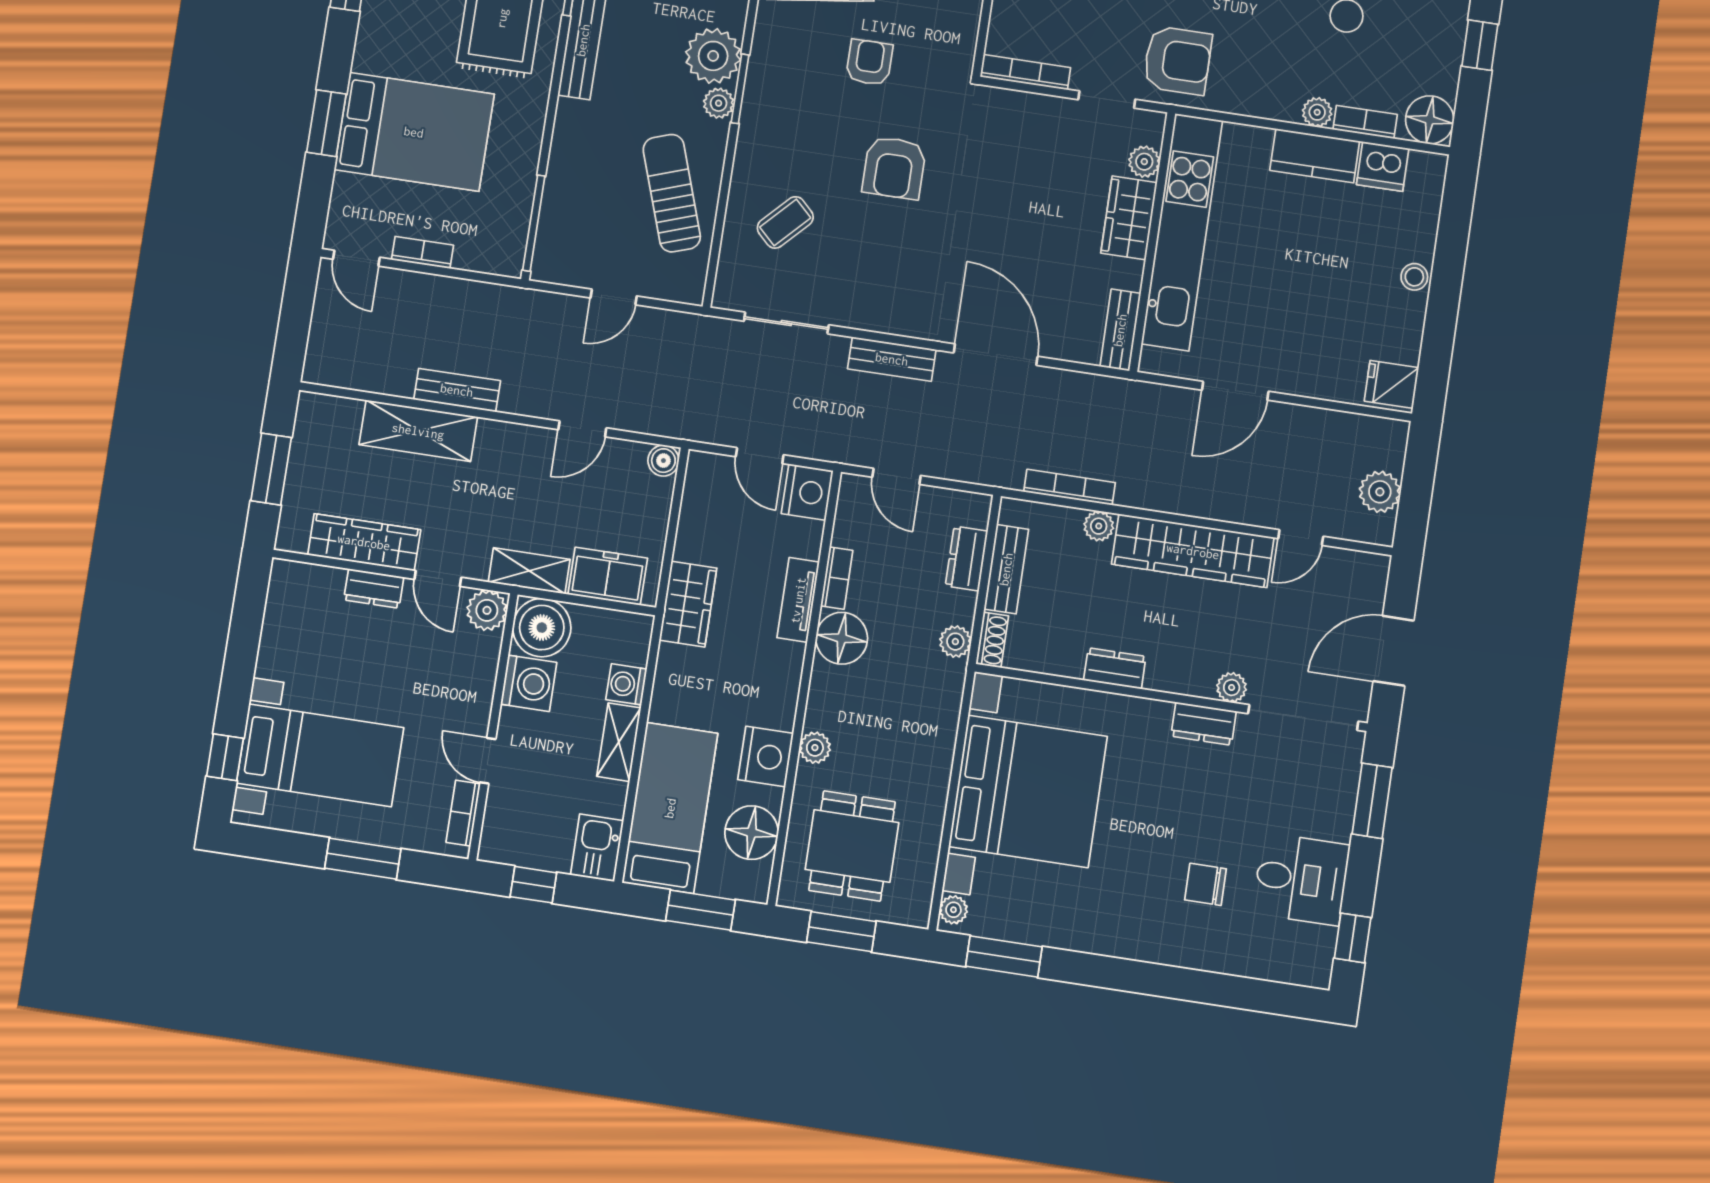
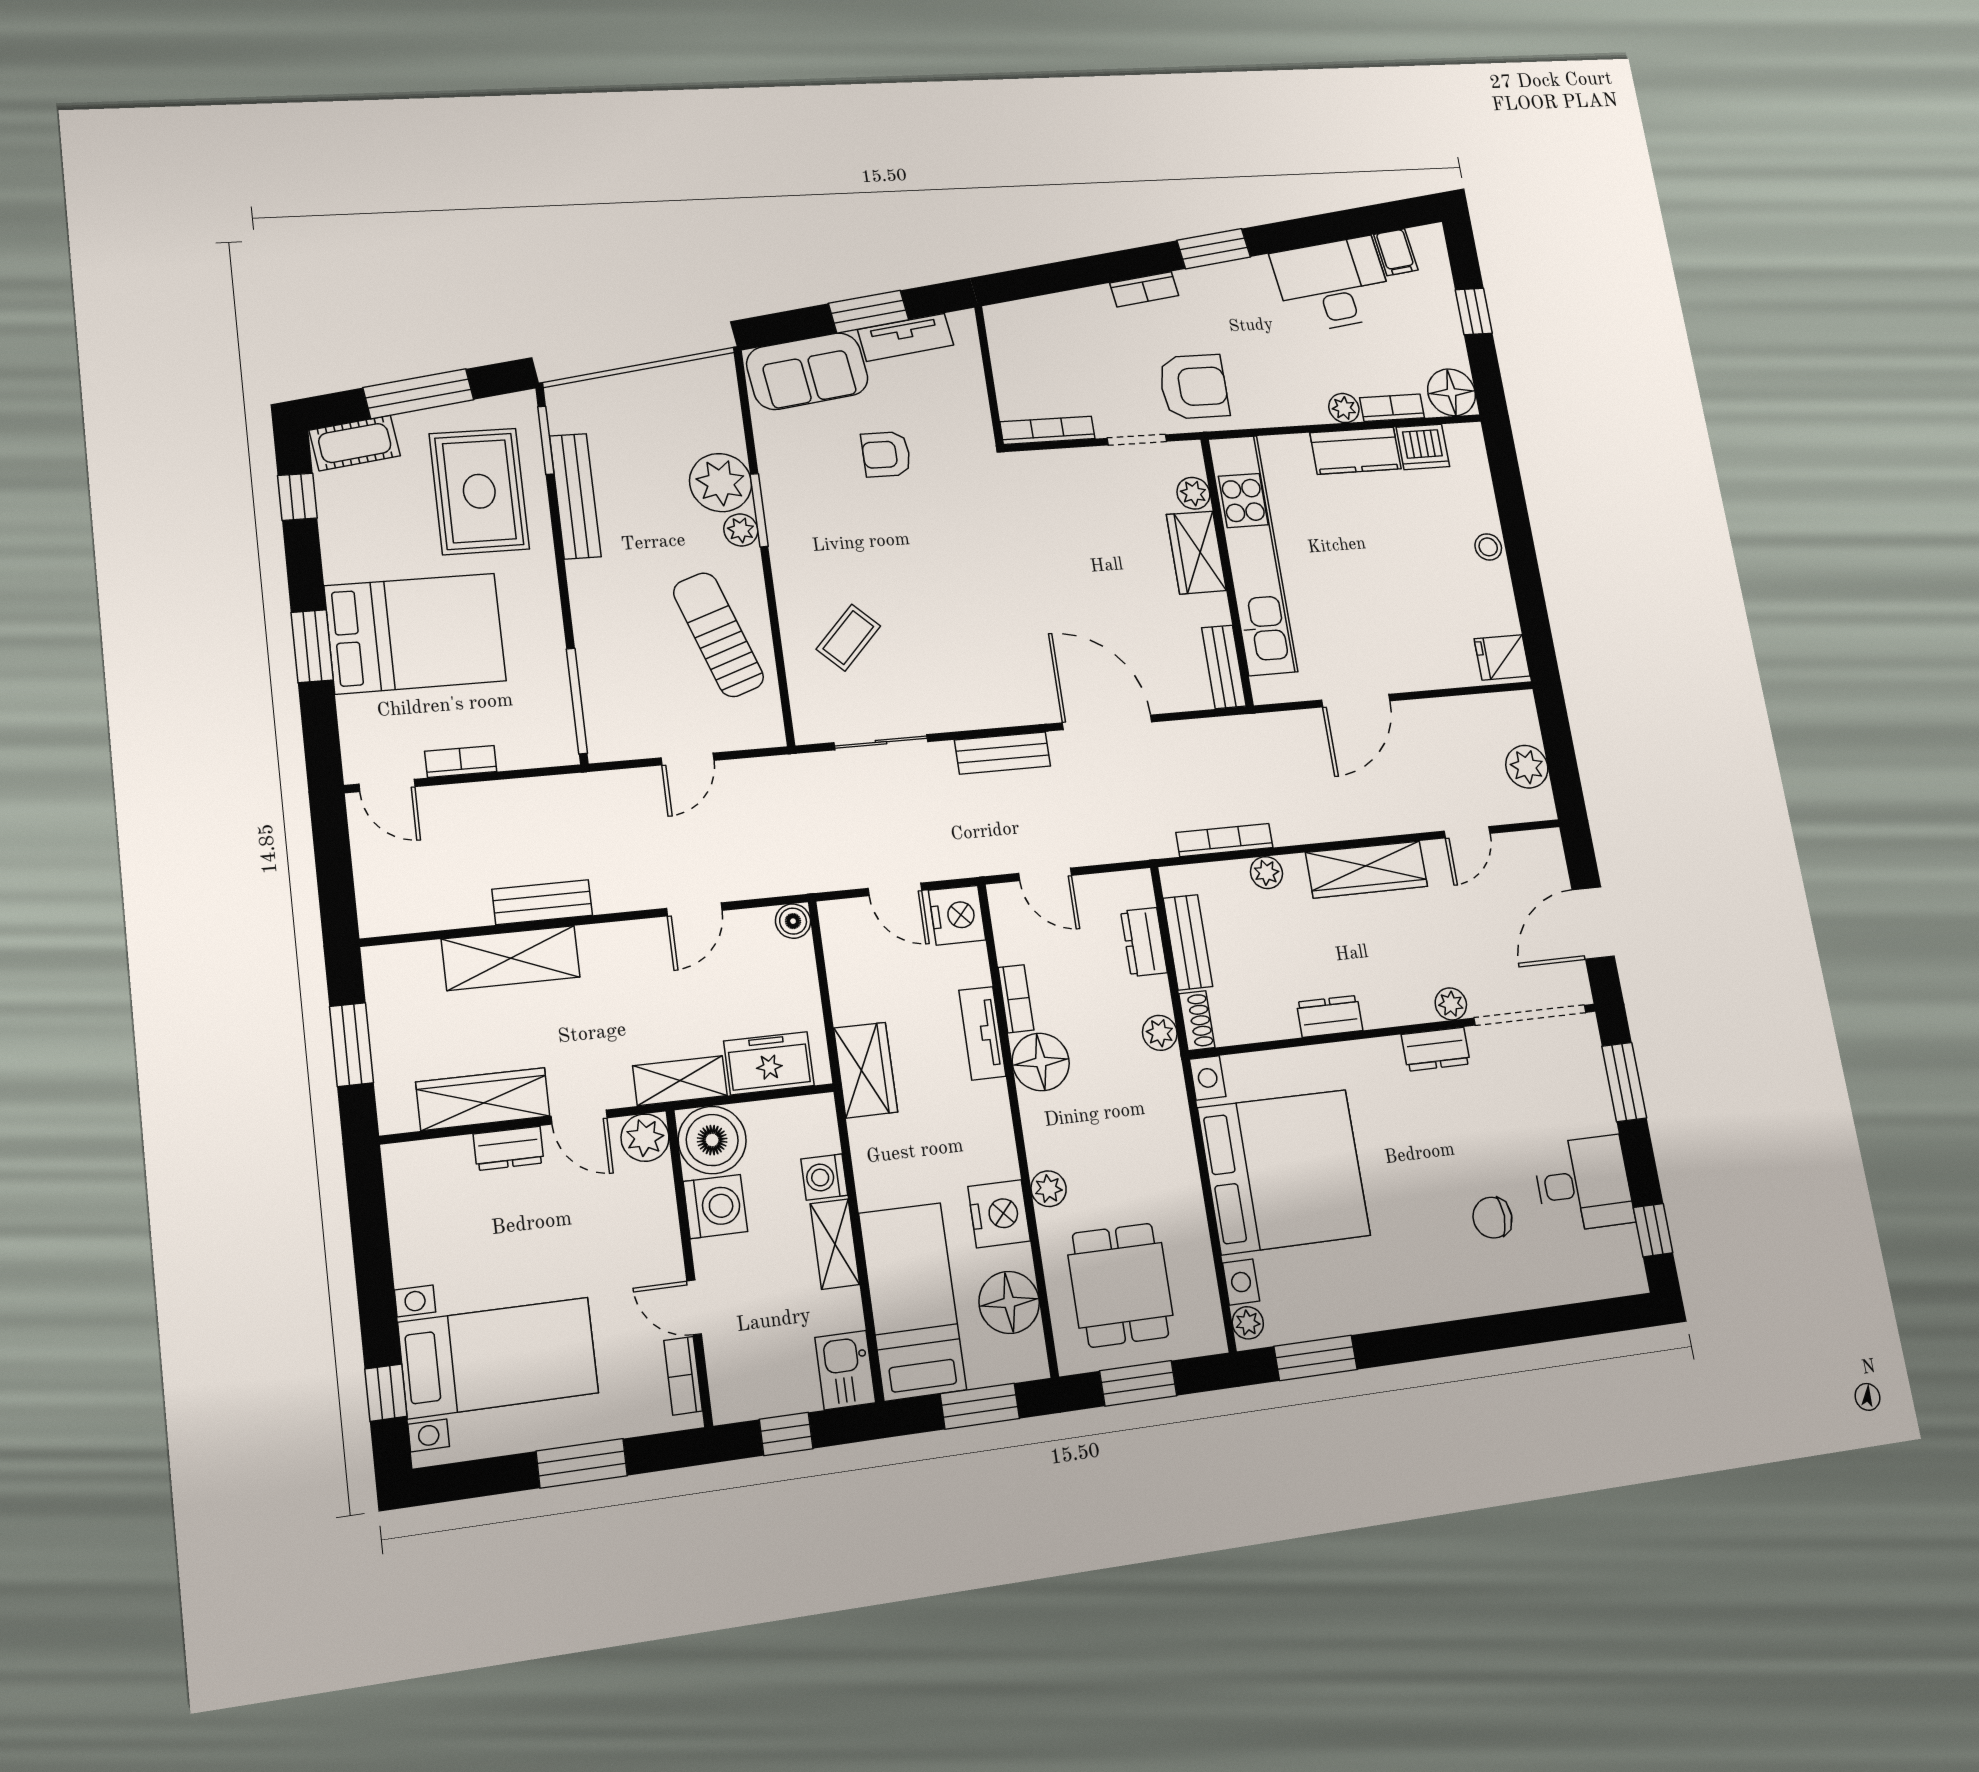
armchair: (869, 62) -> (886, 454), turned -90
armchair: (894, 168) -> (944, 555), removed
wardrobe: (1193, 551) -> (1367, 869), width x0.71, depth x0.85

